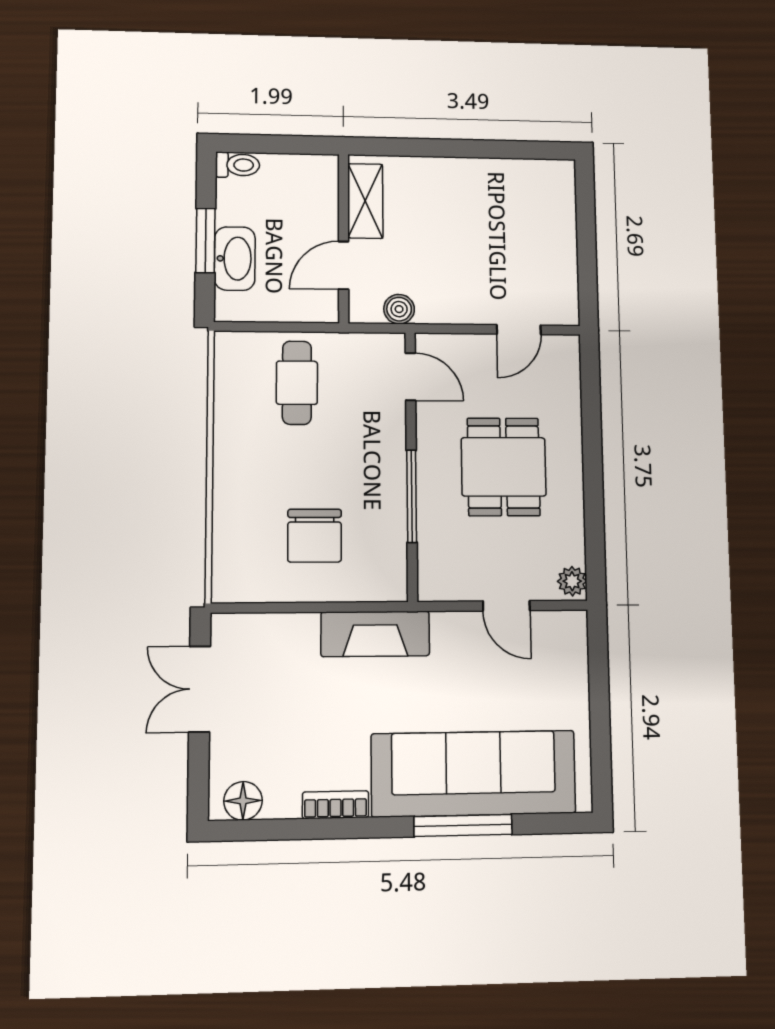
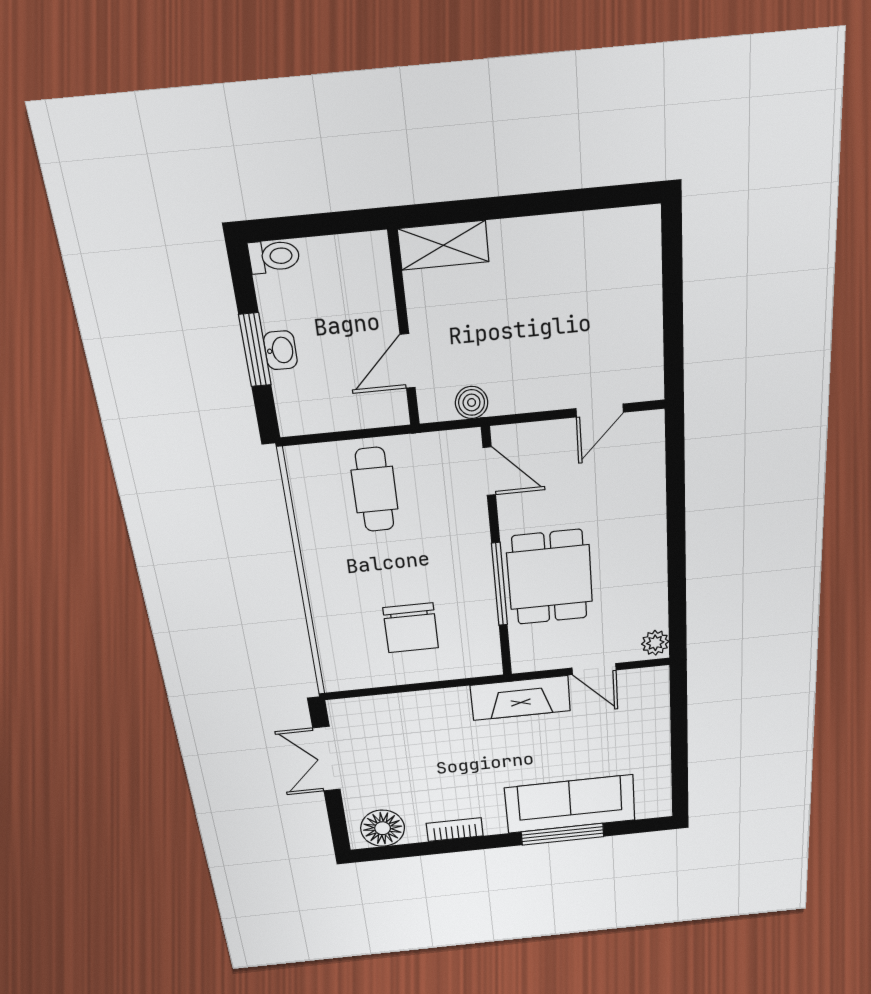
shelving: (365, 201) -> (443, 245), moved, turned 90
washbasin: (235, 259) -> (280, 350), width x0.52, depth x0.69
dining table: (504, 467) -> (550, 577), moved
fireplace: (375, 634) -> (520, 698), moved
sofa: (474, 773) -> (570, 804), width x0.74, depth x0.79
floor lamp: (243, 801) -> (383, 828), width x1.38, depth x1.38

